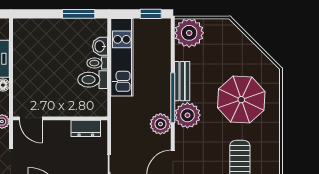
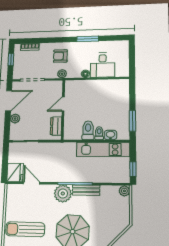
plant: (189, 33) -> (124, 191), width x0.53, depth x0.53
door: (31, 118) -> (63, 104), moved
plant: (160, 124) -> (57, 175), removed

